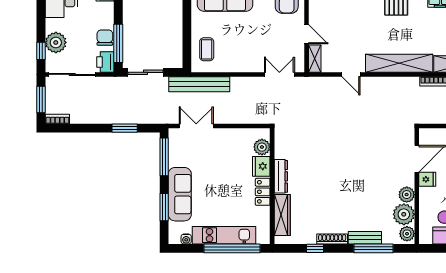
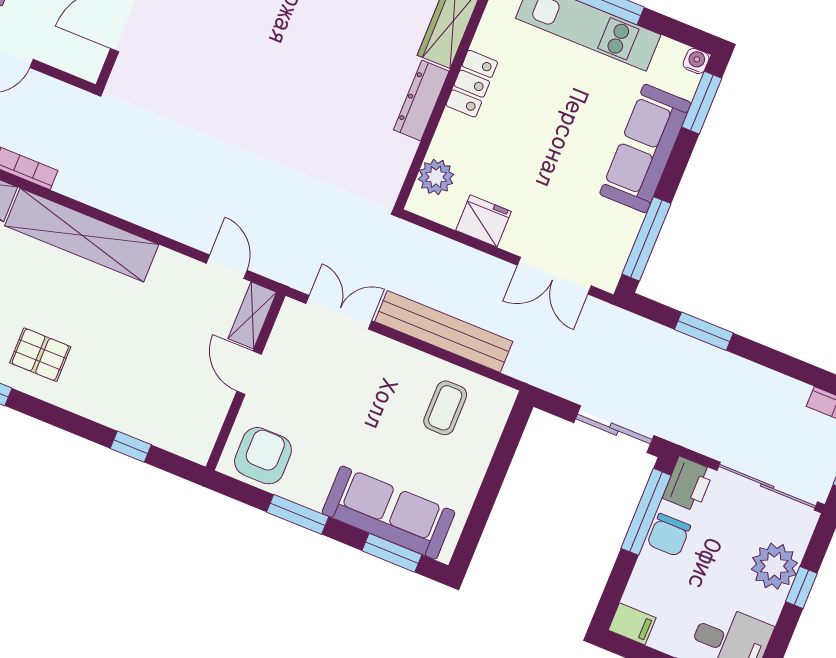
coffee table: (207, 49) -> (445, 408), moved
window: (41, 51) -> (801, 587), moved
double door: (279, 74) -> (339, 312), swing flipped
door: (351, 74) -> (227, 267), moved
bench: (199, 84) -> (444, 331), moved
fridge: (261, 166) -> (484, 221), moved, turned -90
window: (164, 207) -> (702, 103), moved
water cooler: (186, 239) -> (696, 61), moved

